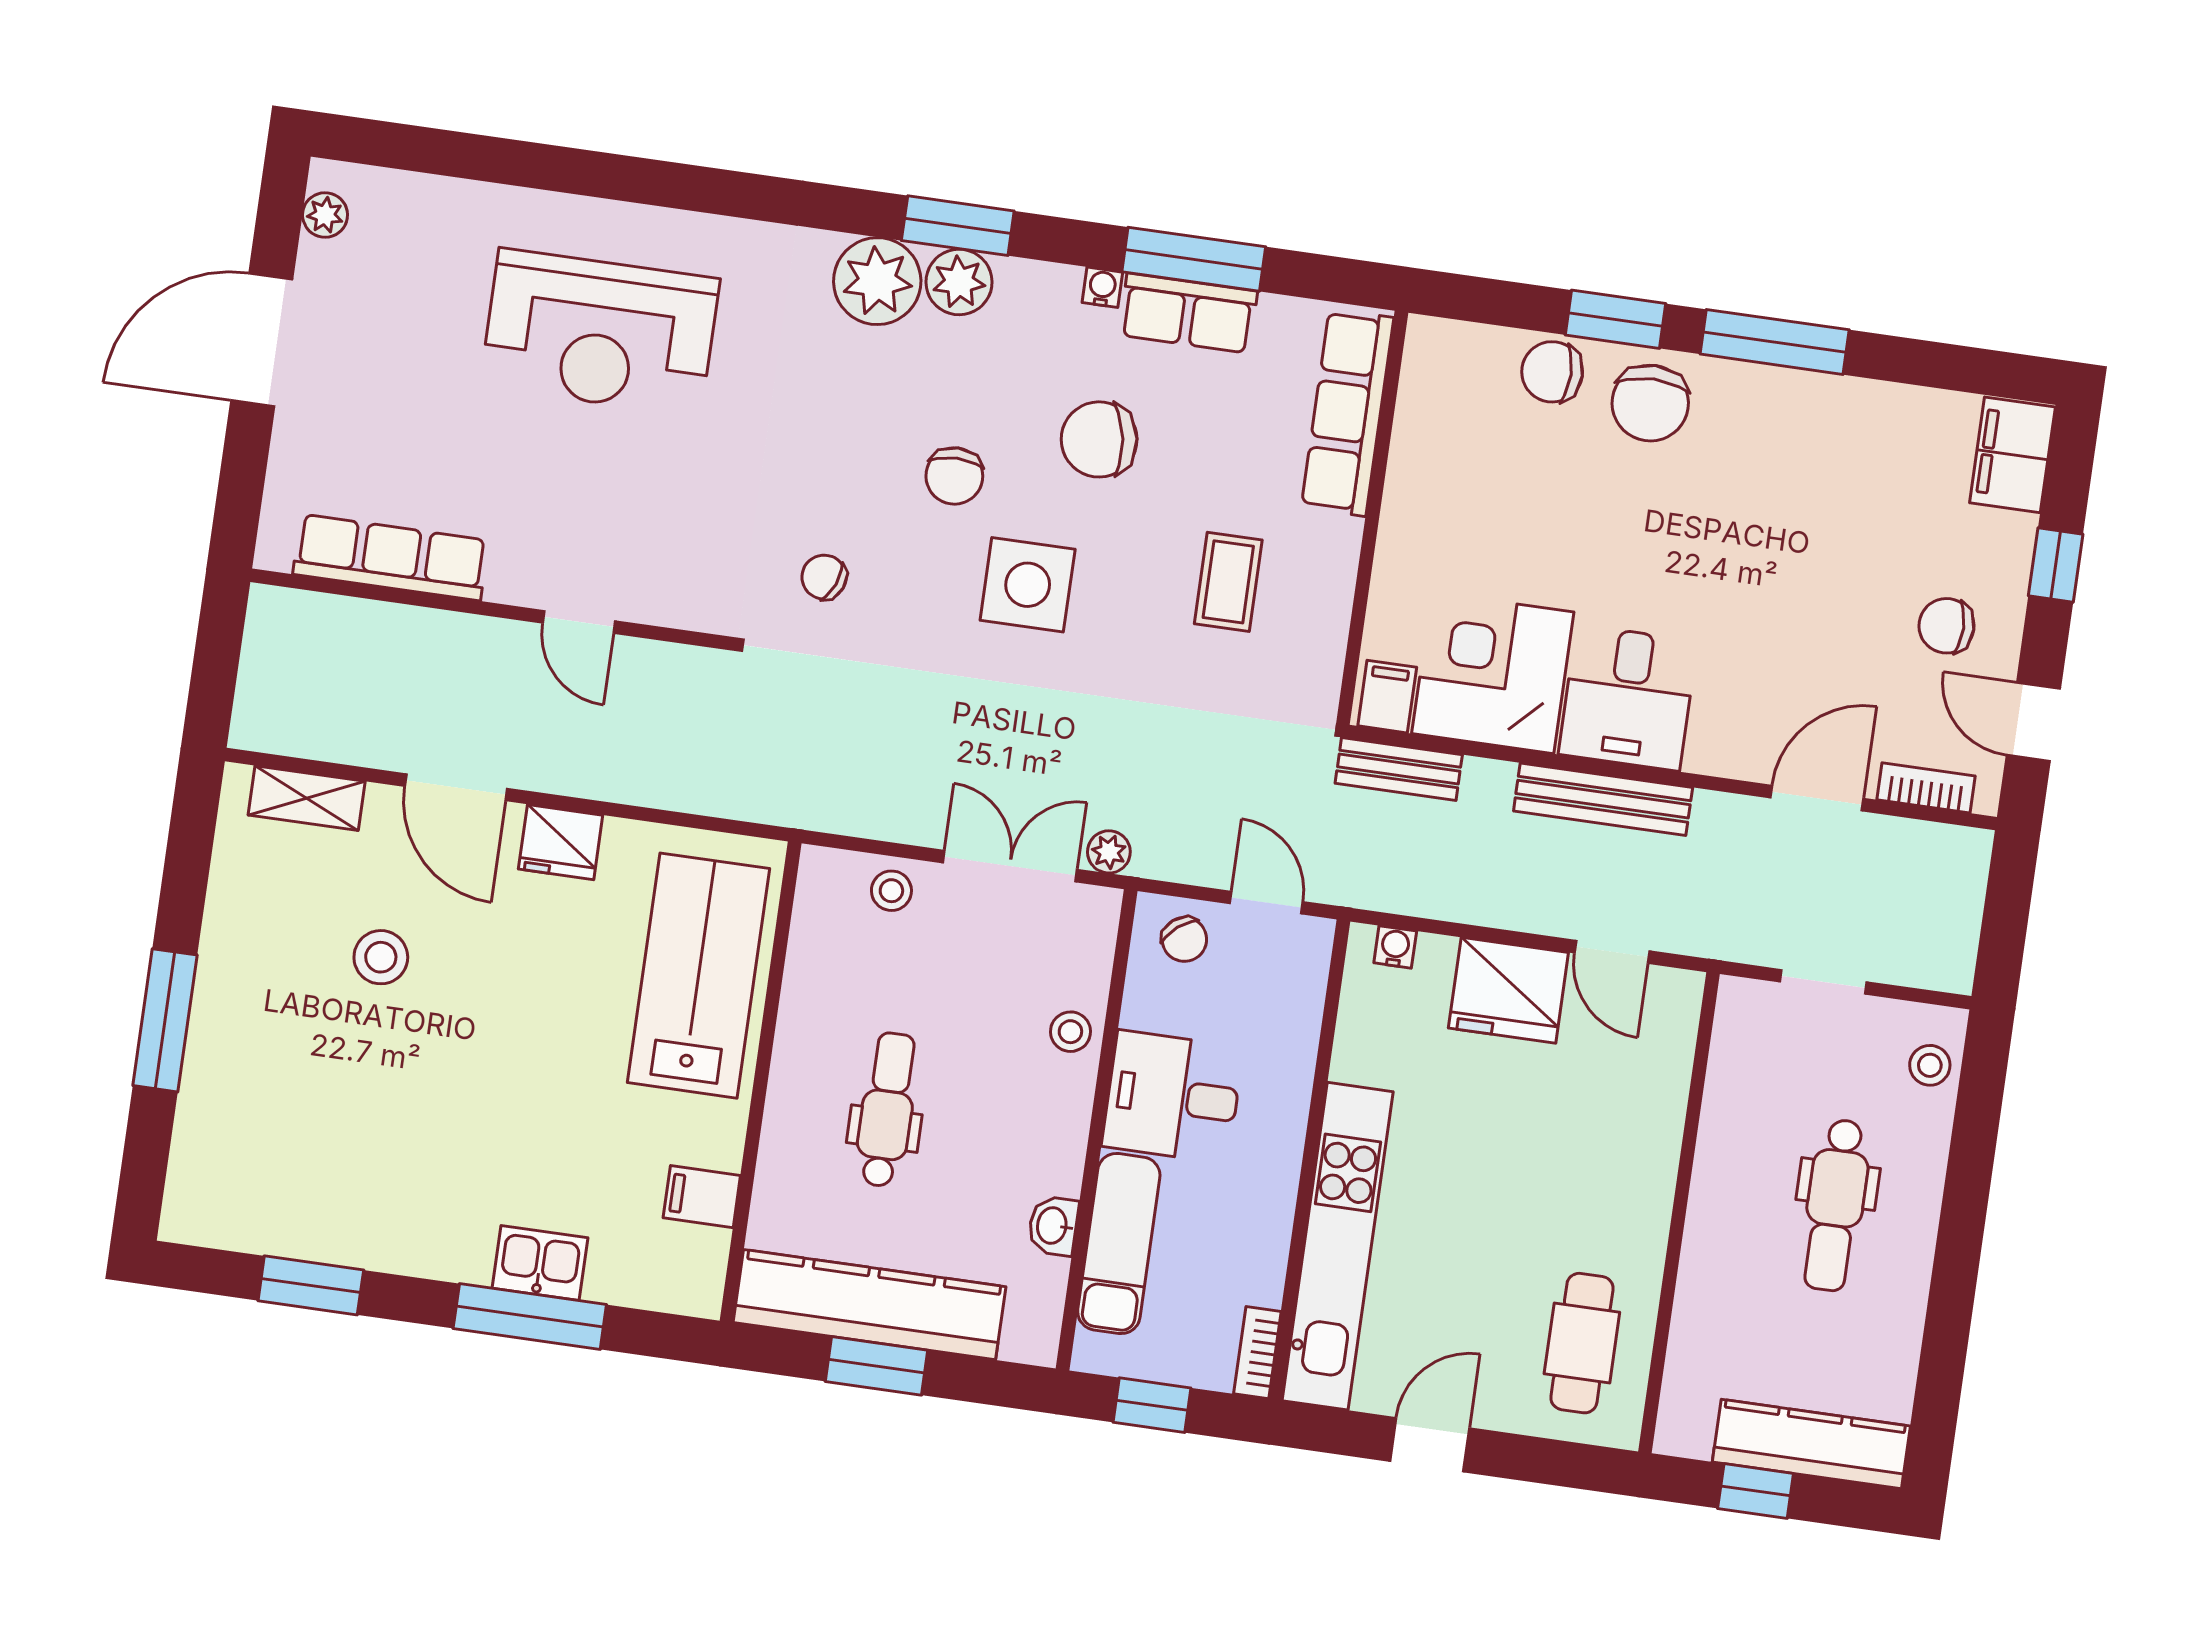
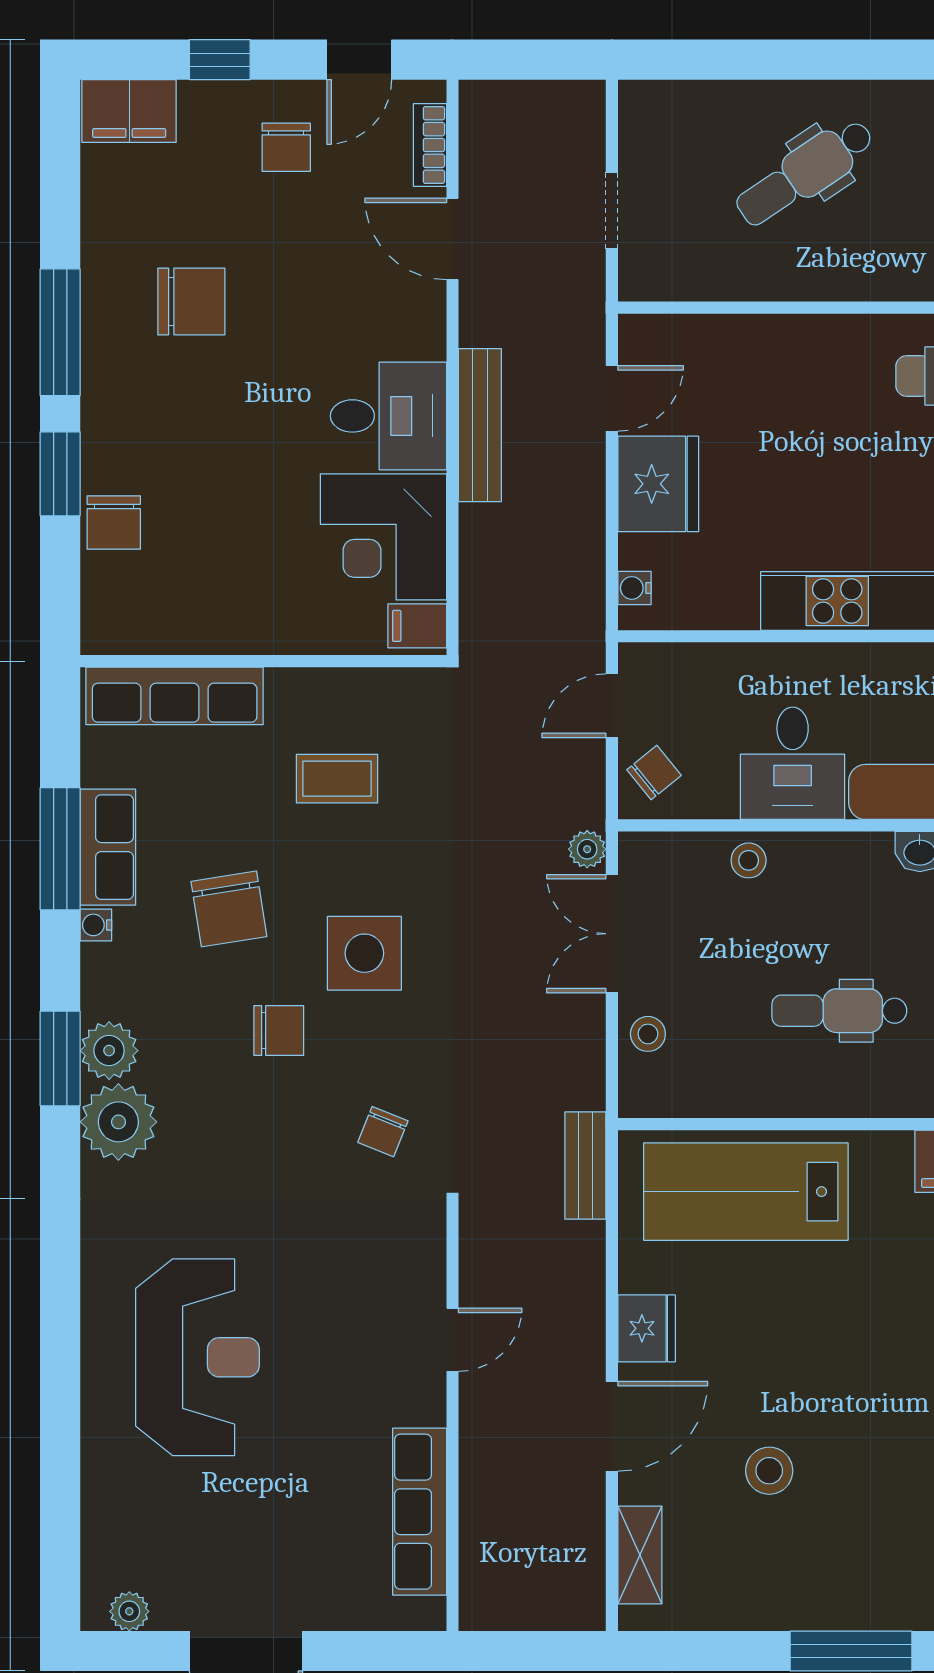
chair: (1650, 403) -> (191, 302), moved
bench: (1399, 769) -> (585, 1166), moved
stool: (1930, 1065) -> (671, 107), removed
dental chair: (1835, 1205) -> (805, 172), turned 146

